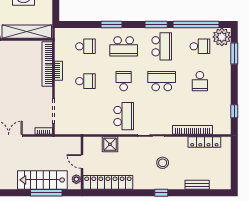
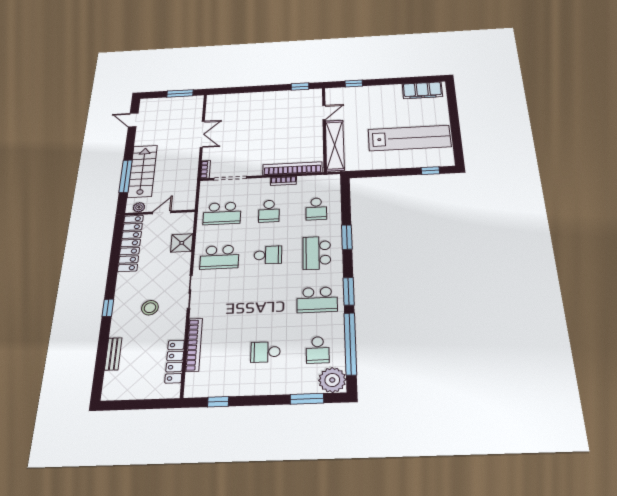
school desk: (162, 81) -> (222, 213), moved, turned 90

